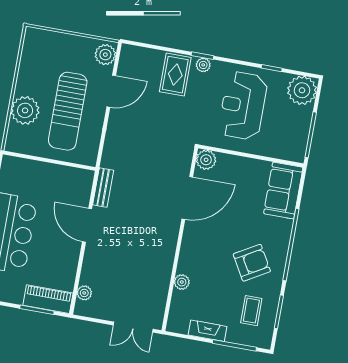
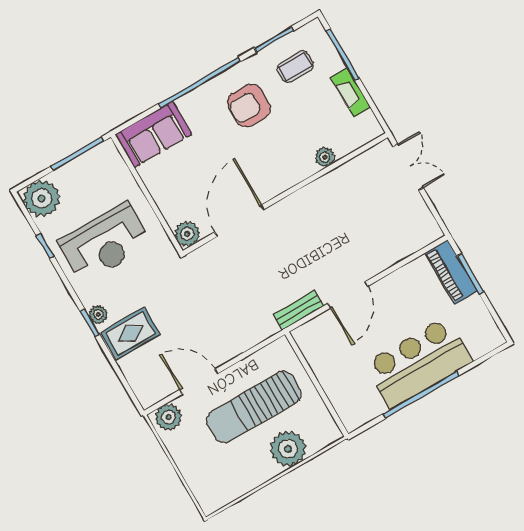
sun lounger: (68, 111) -> (254, 407), turned 180
door: (187, 198) -> (239, 221), hinge flipped
armchair: (252, 263) -> (249, 105), turned -60
plant: (84, 293) -> (415, 242), removed

